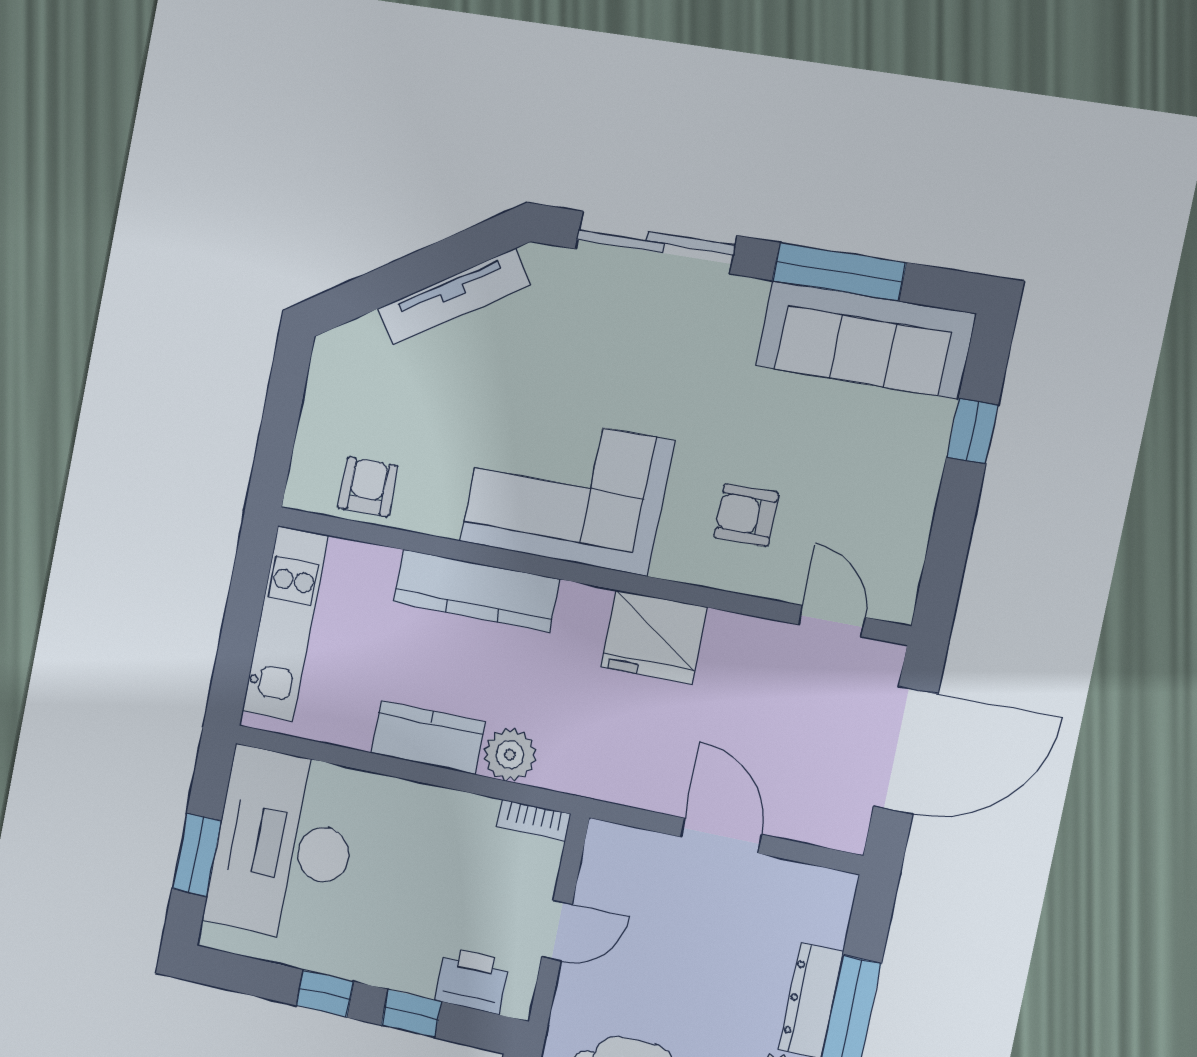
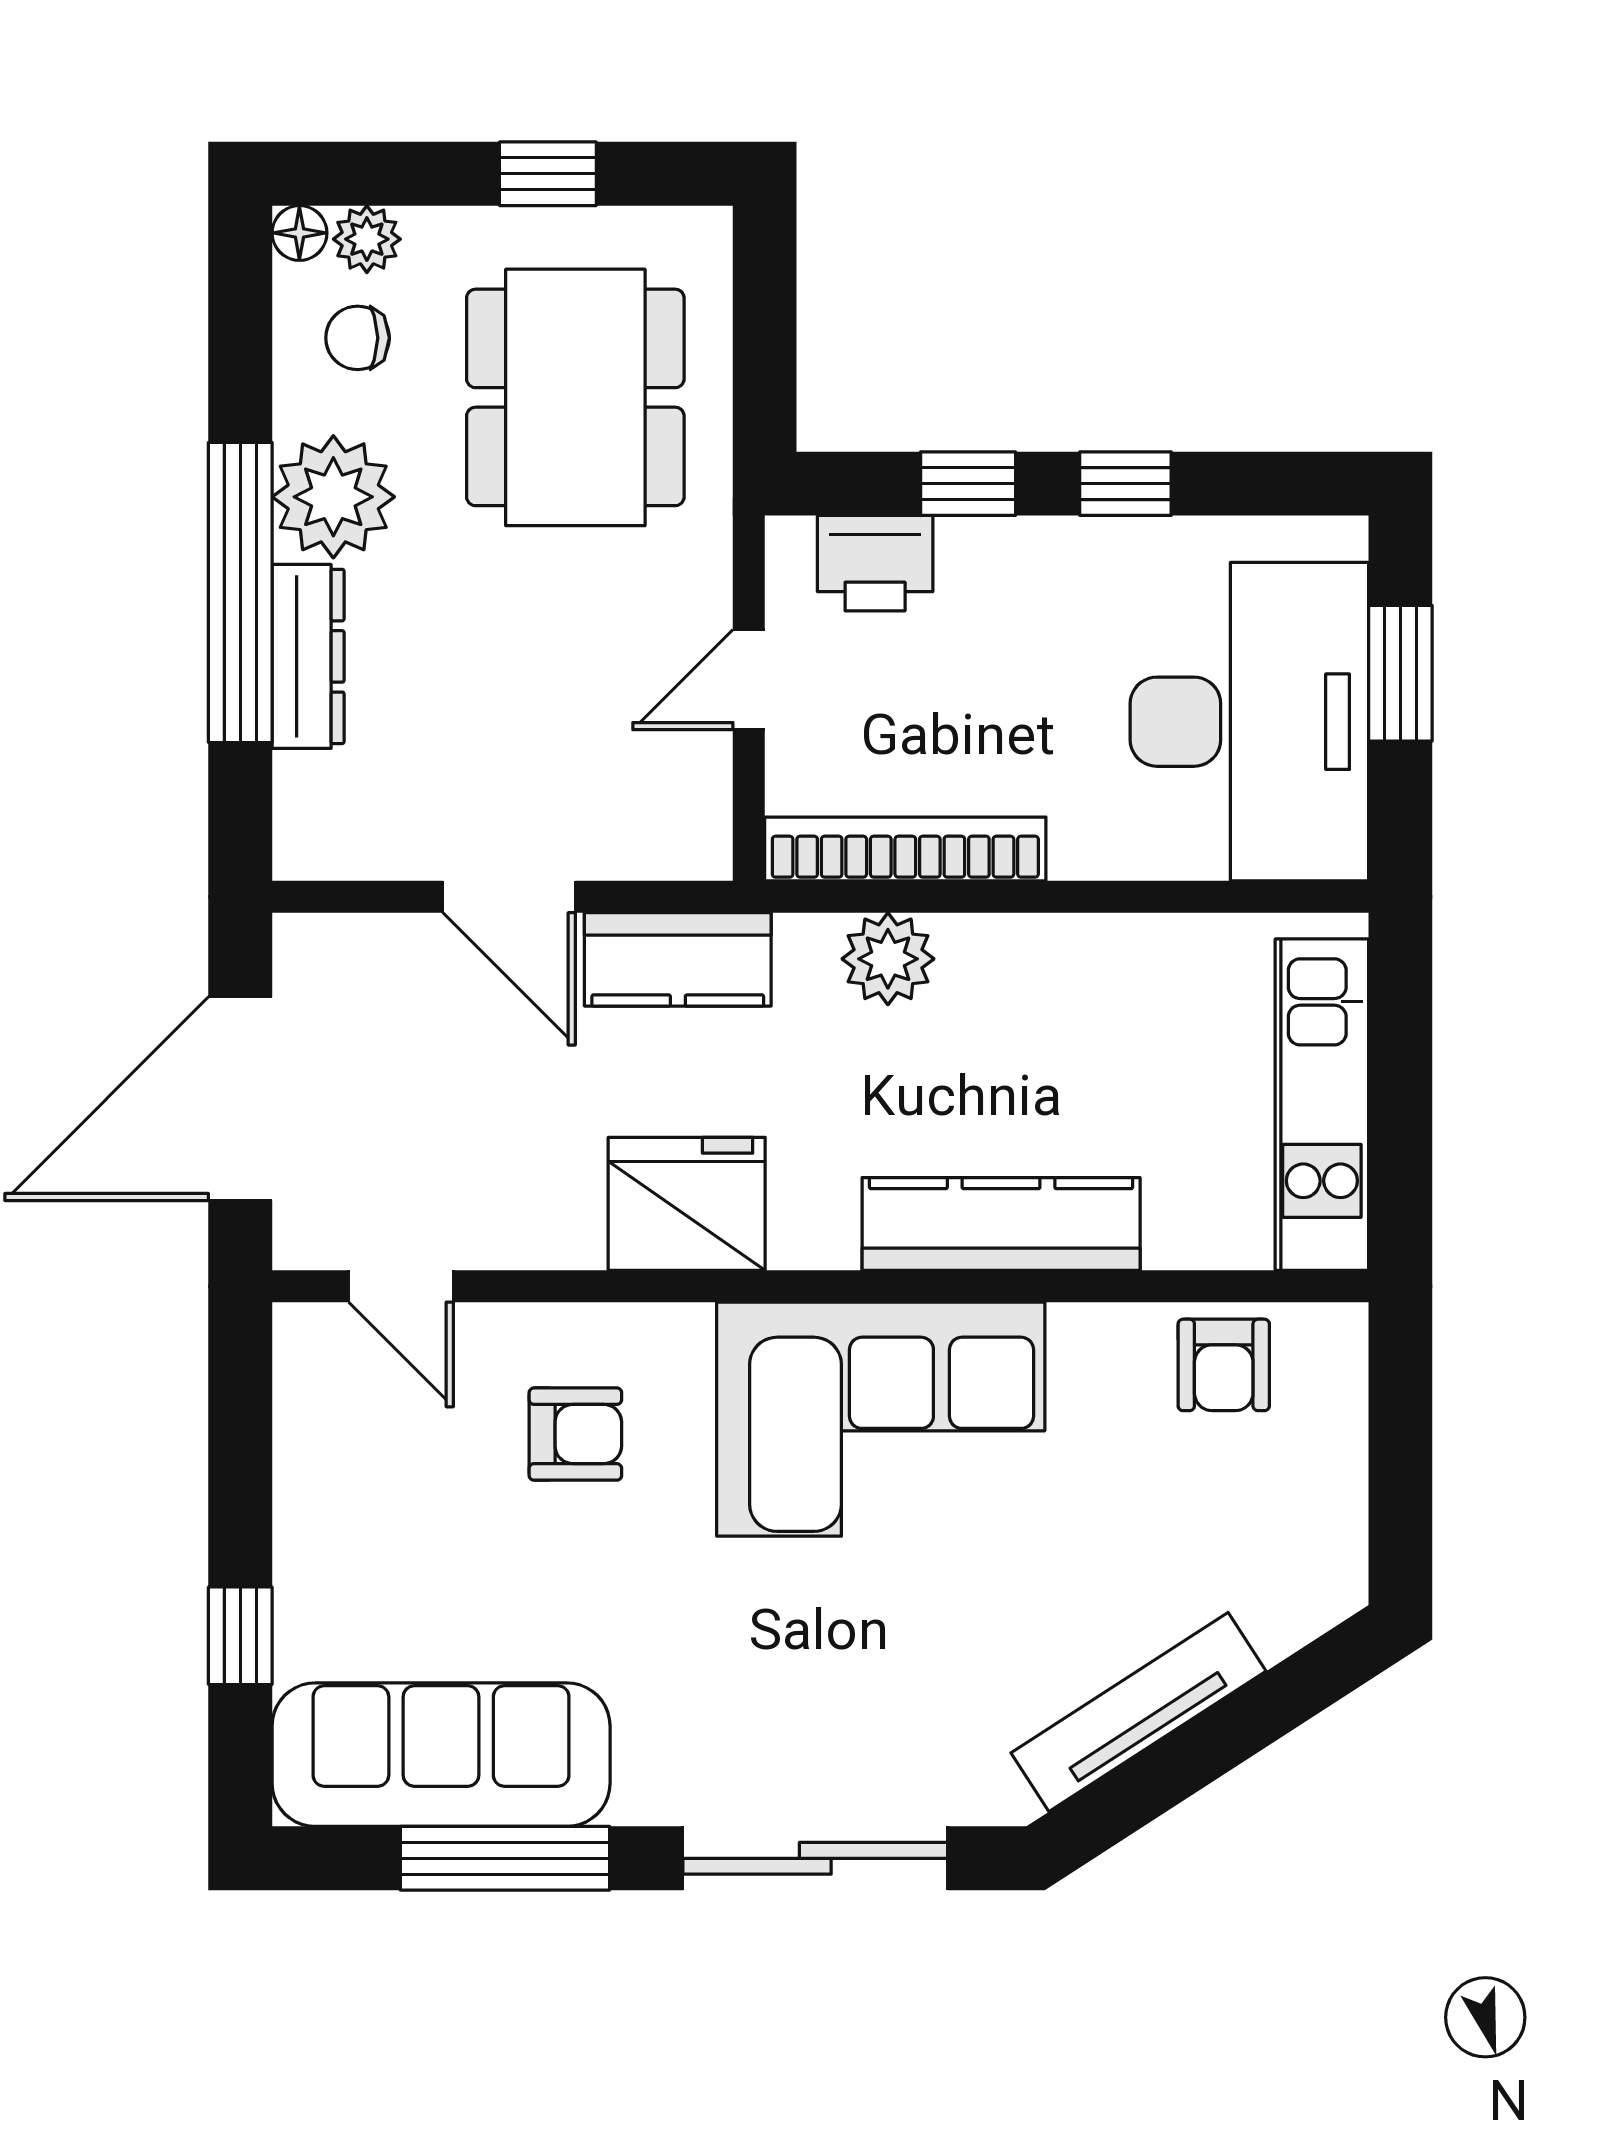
kitchen counter: (428, 737) -> (678, 959), moved
bookcase: (534, 820) -> (905, 849), width x2.31, depth x1.31

